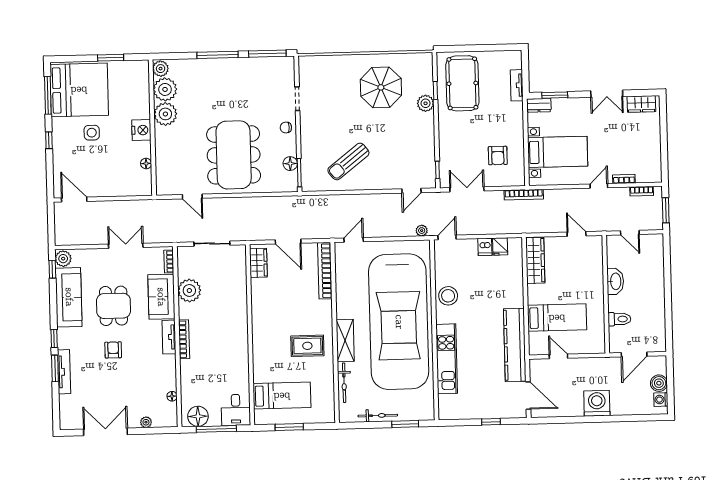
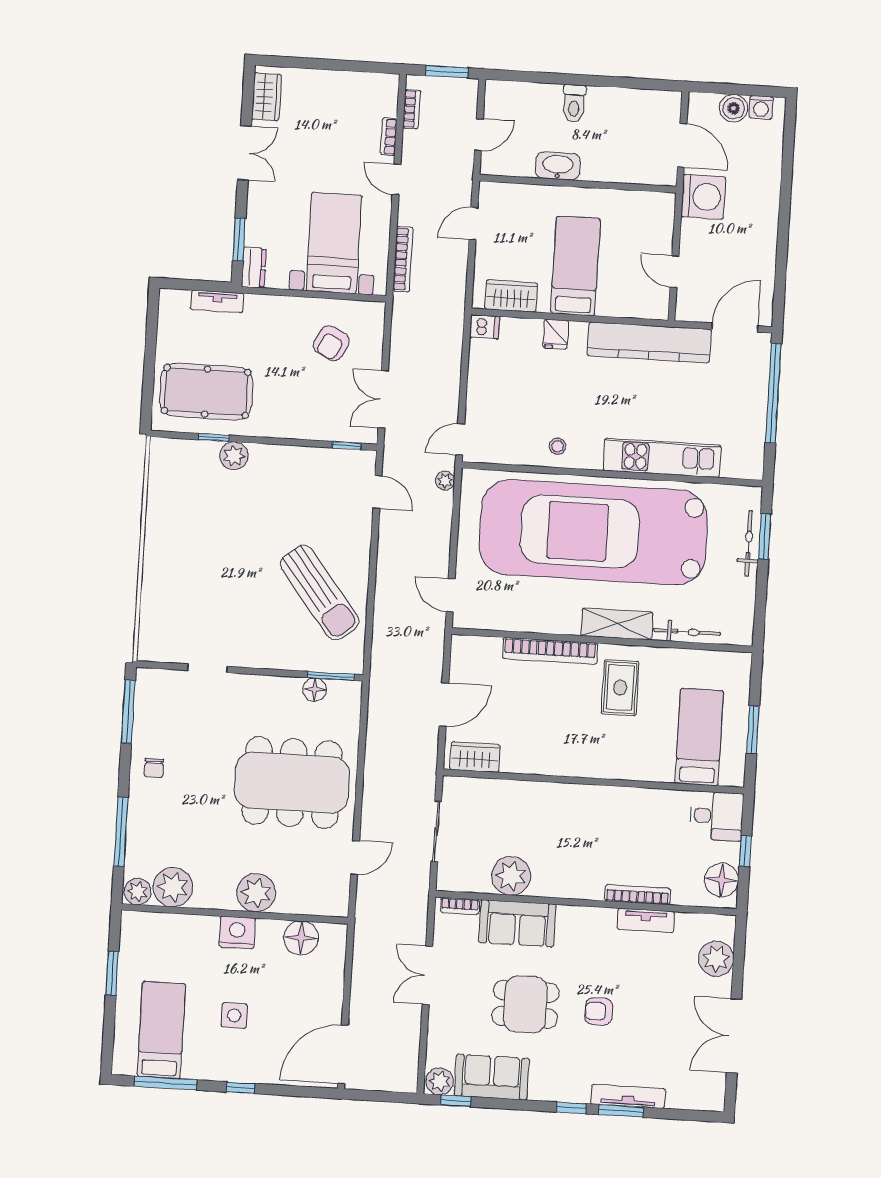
window: (218, 55) -> (121, 832), moved
parasol: (381, 87) -> (201, 528), removed
bed: (79, 90) -> (161, 1030), width x0.49
plant: (165, 114) -> (256, 893), moved
chair: (286, 127) -> (154, 768), moved
armchair: (498, 156) -> (331, 343), turned 117
sun lounger: (348, 161) -> (320, 592), width x1.36, depth x1.34
floor lamp: (146, 163) -> (301, 938), width x1.89, depth x1.89
bookcase: (524, 195) -> (403, 259), moved
door: (74, 200) -> (343, 1054), width x1.36
door: (447, 237) -> (460, 439), hinge flipped
fridge: (500, 246) -> (556, 334), moved, turned 90
dishwasher: (485, 247) -> (485, 327), moved
wardrobe: (535, 260) -> (511, 296), width x0.67
bookcase: (325, 271) -> (550, 651), moved
stool: (448, 296) -> (558, 446), width x0.53, depth x0.53
sofa: (69, 297) -> (492, 1077), width x0.73
bed: (557, 318) -> (576, 266), moved
toilet: (619, 319) -> (574, 103), moved, turned 180
car: (399, 322) -> (593, 532), turned 180
tv unit: (169, 337) -> (646, 920), moved
bookcase: (184, 339) -> (638, 895), moved
door: (558, 356) -> (674, 271), hinge flipped
floor lamp: (172, 396) -> (684, 920), removed
washing machine: (597, 403) -> (703, 197), moved, turned 180
bicycle: (378, 416) -> (749, 543), moved
plant: (146, 422) -> (716, 959), width x1.88, depth x1.88
window: (491, 422) -> (773, 393), width x3.17
window: (216, 429) -> (745, 851), width x0.46

